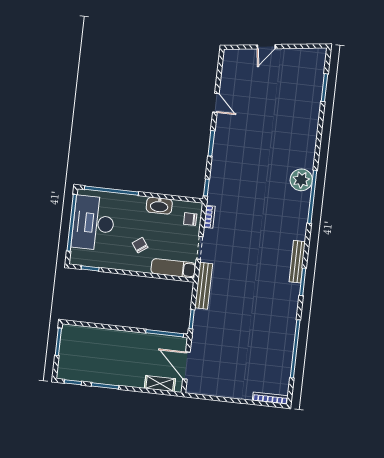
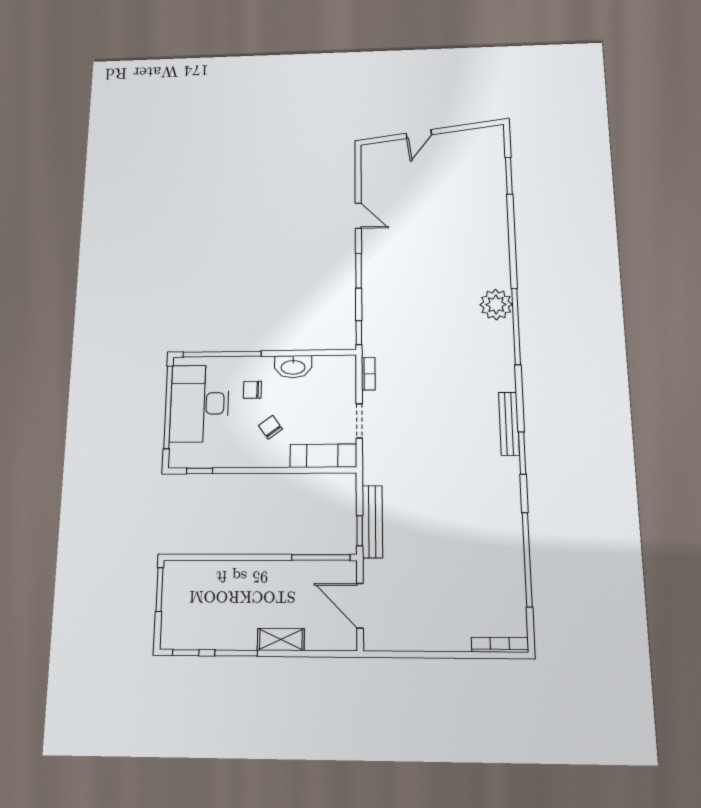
chair: (190, 219) -> (252, 390), moved
bench: (204, 286) -> (372, 522), moved
shelving: (160, 384) -> (281, 639), moved

